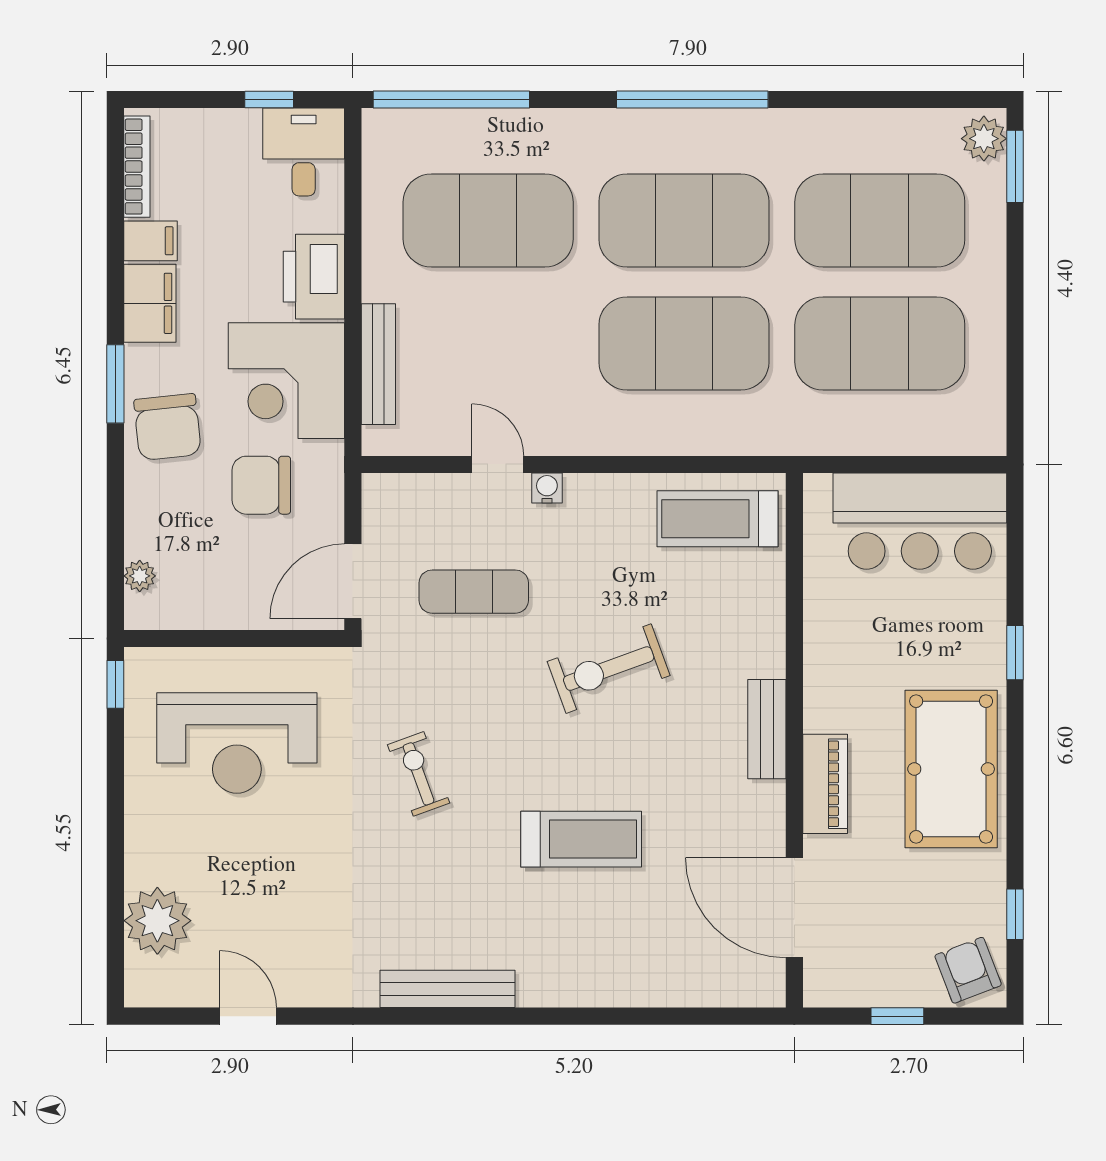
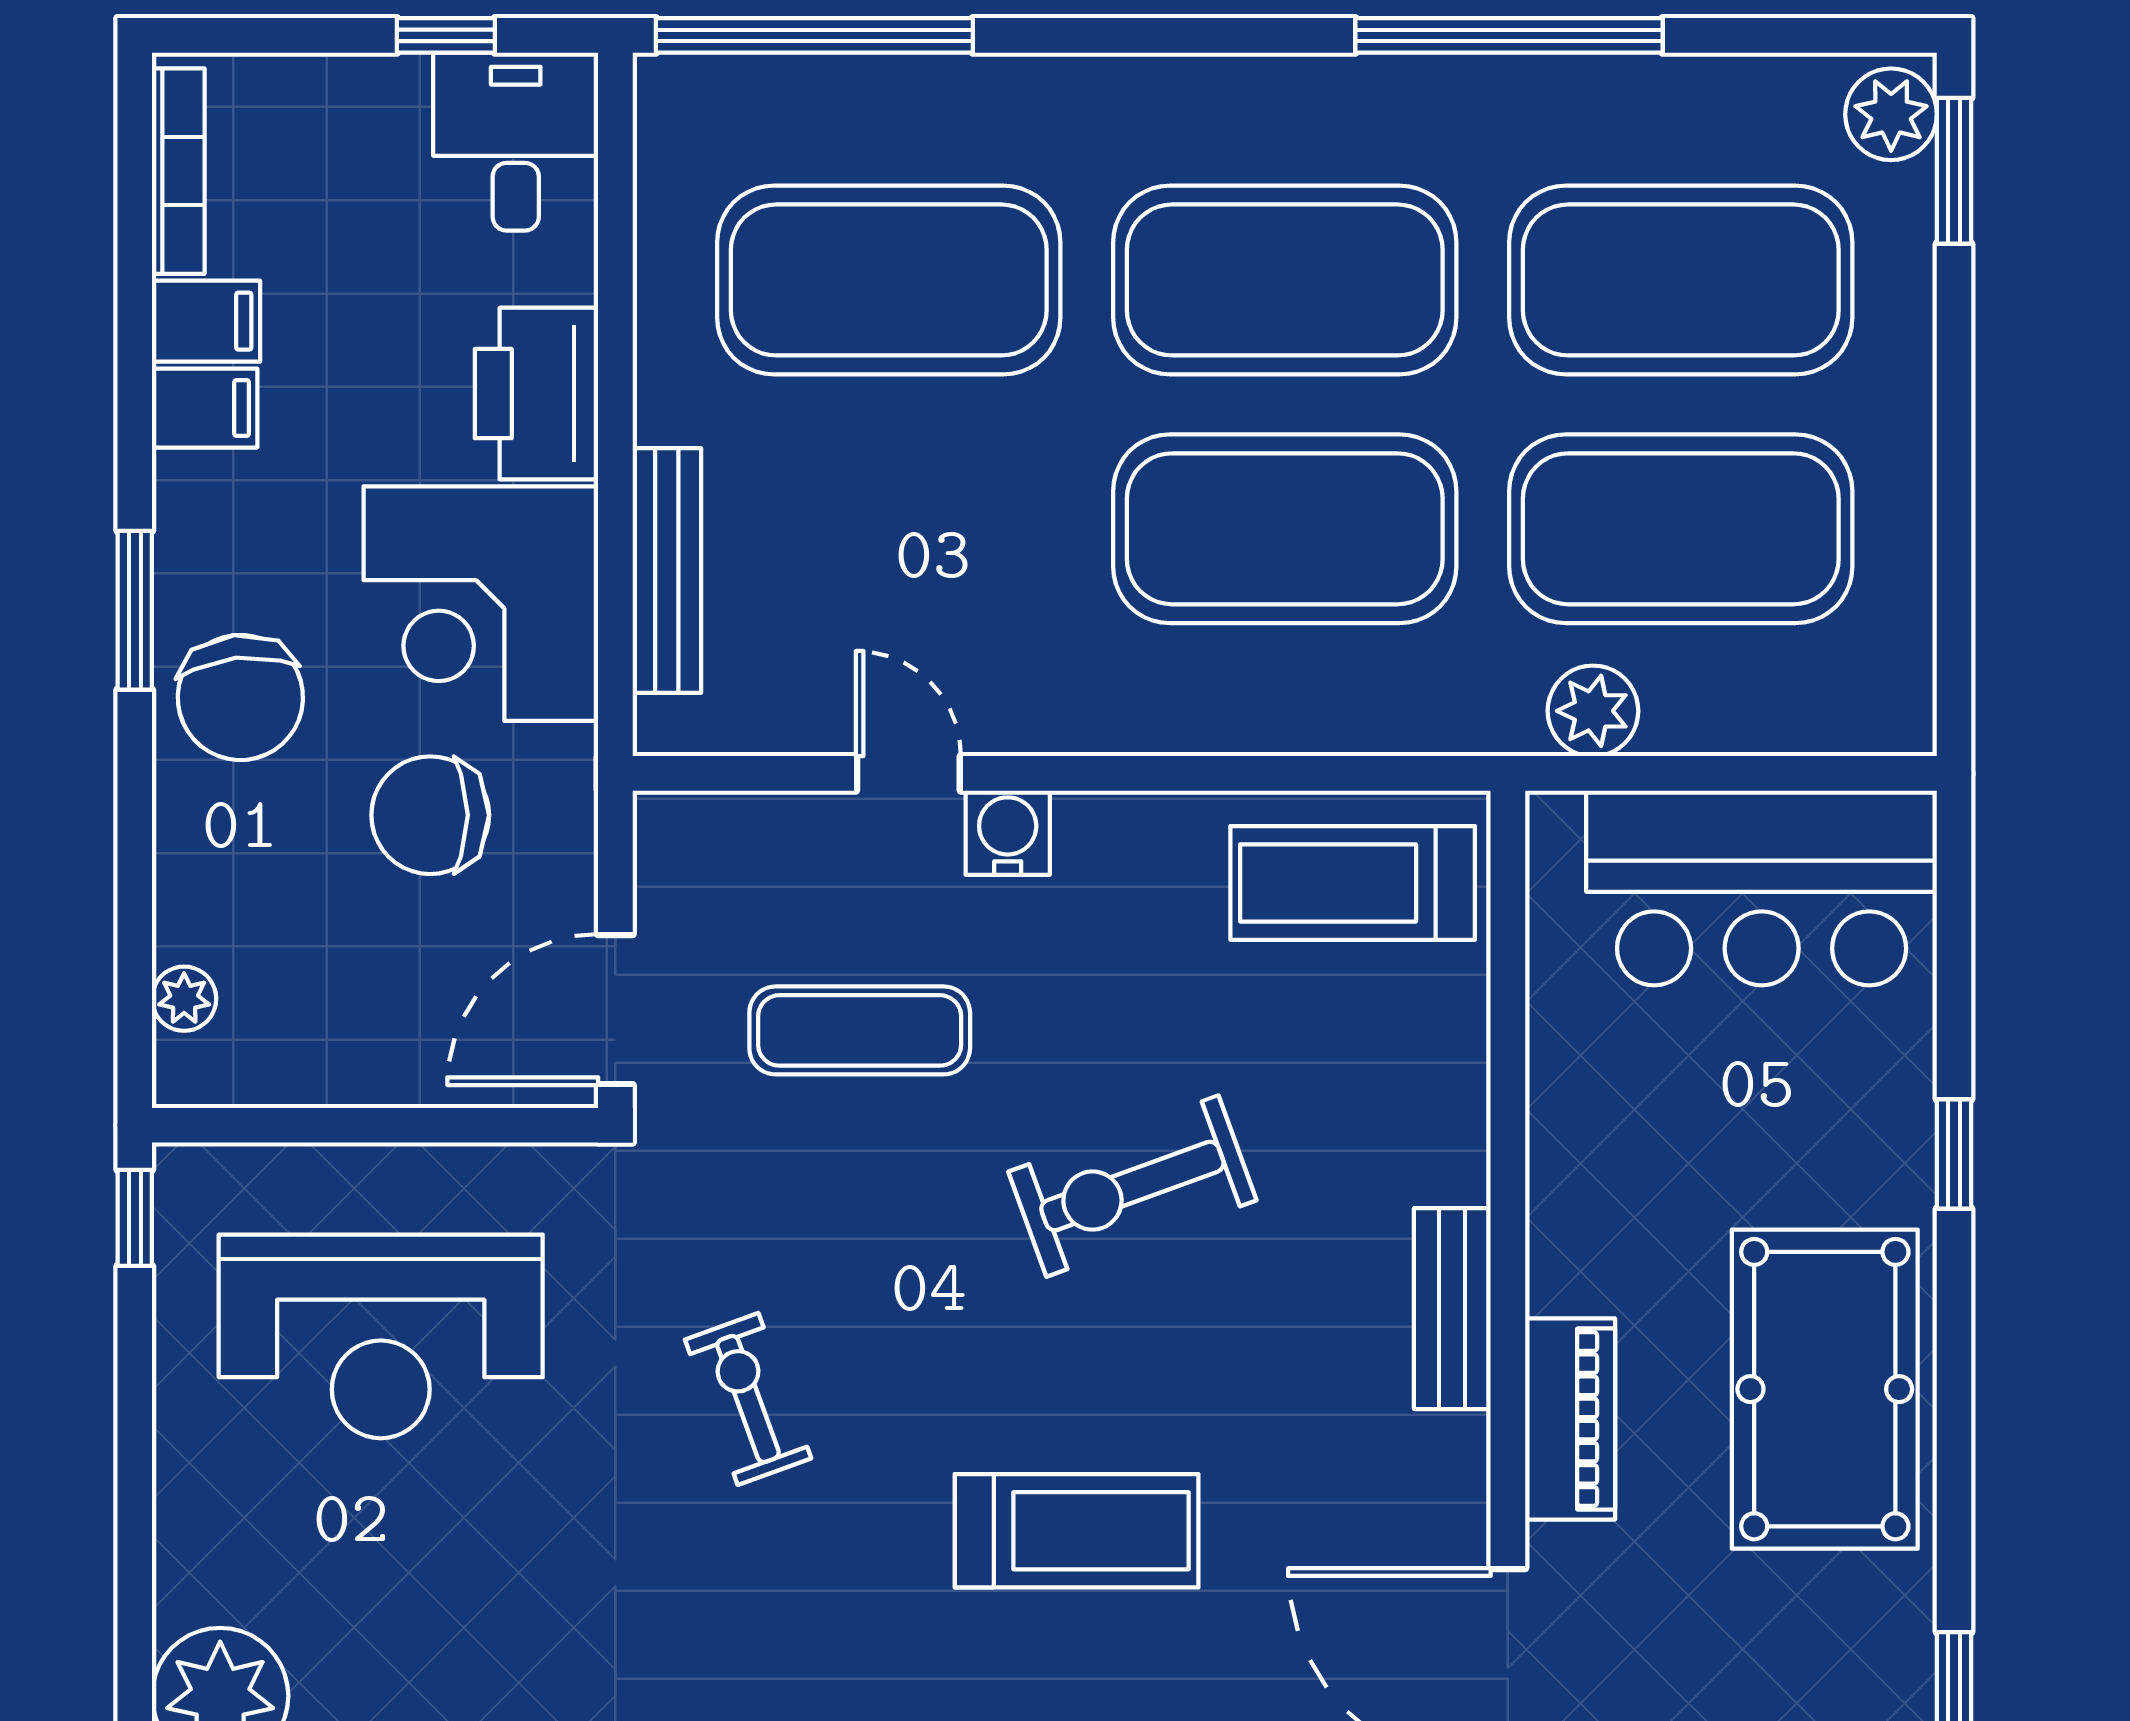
window: (692, 99) -> (1509, 35), moved
filing cabinet: (150, 303) -> (205, 408), width x0.50
plant: (836, 434) -> (1593, 711), added
water cooler: (547, 488) -> (1008, 833), width x1.38, depth x1.38

